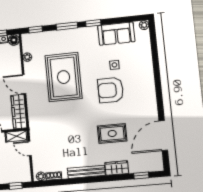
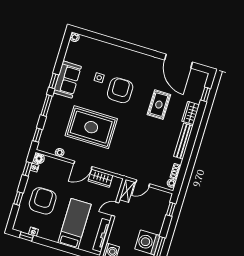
sofa: (116, 34) -> (67, 80), moved
armchair: (111, 90) -> (120, 90), turned 180
wardrobe: (19, 112) -> (100, 178), width x0.67

